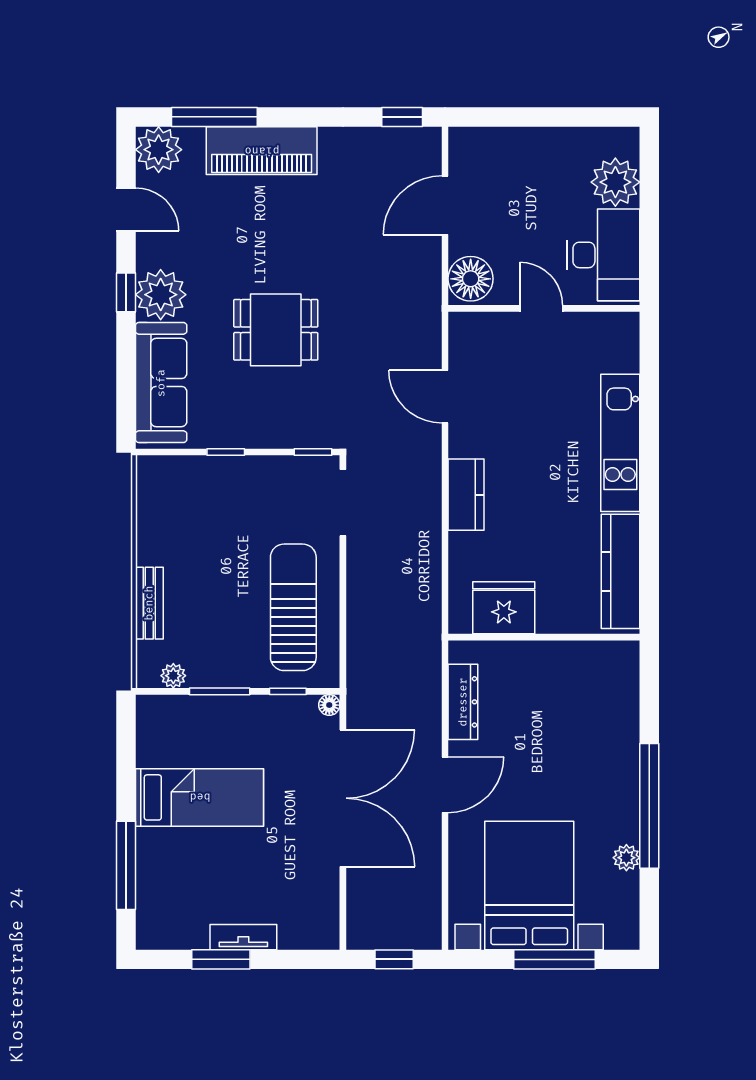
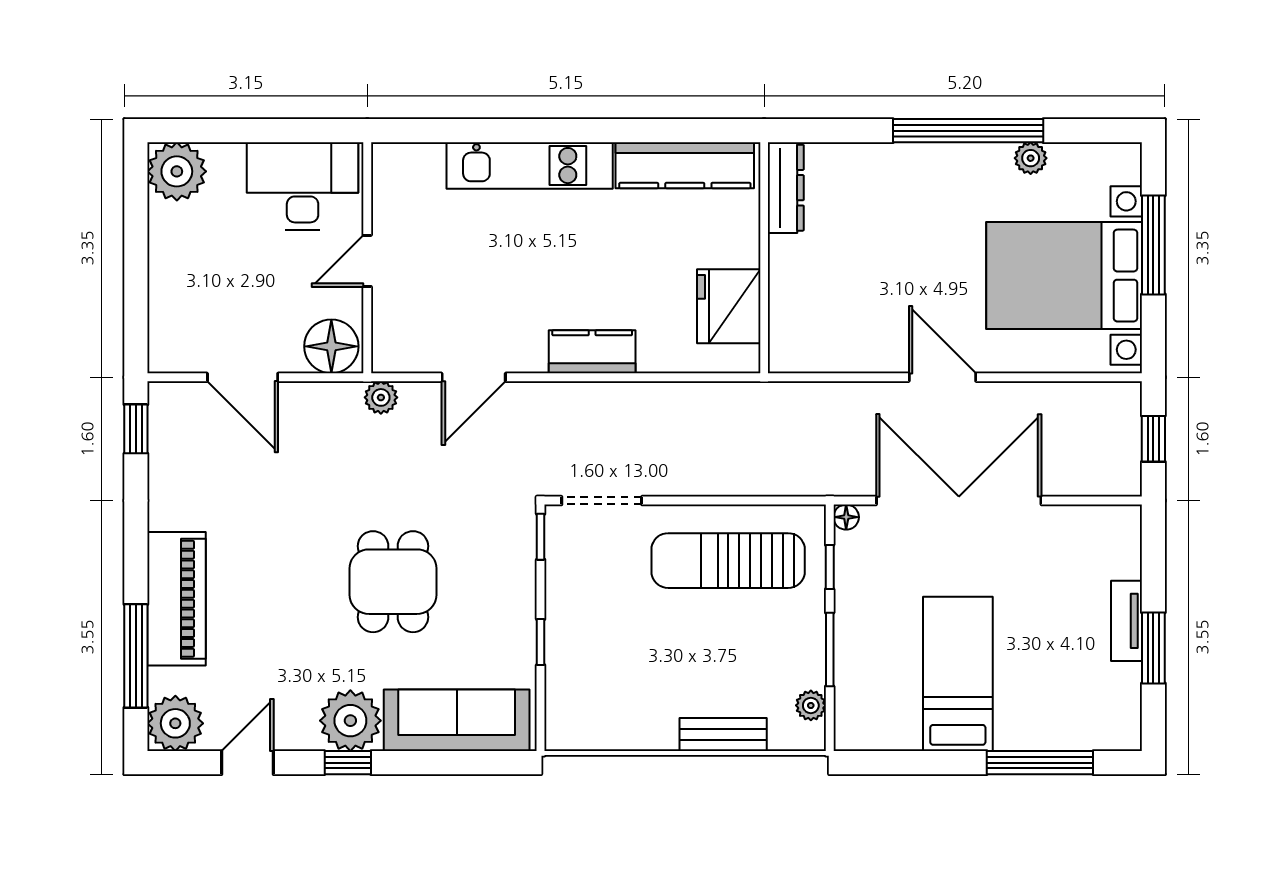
plant: (615, 182) -> (177, 171), moved
plant: (428, 320) -> (381, 397), added
dresser: (463, 702) -> (786, 188), moved, turned 90

